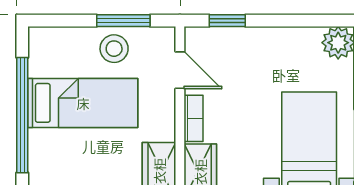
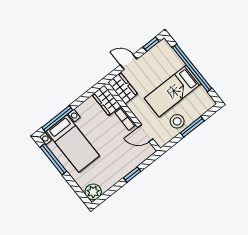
window: (123, 21) -> (192, 127), moved
window: (227, 21) -> (132, 175), moved

